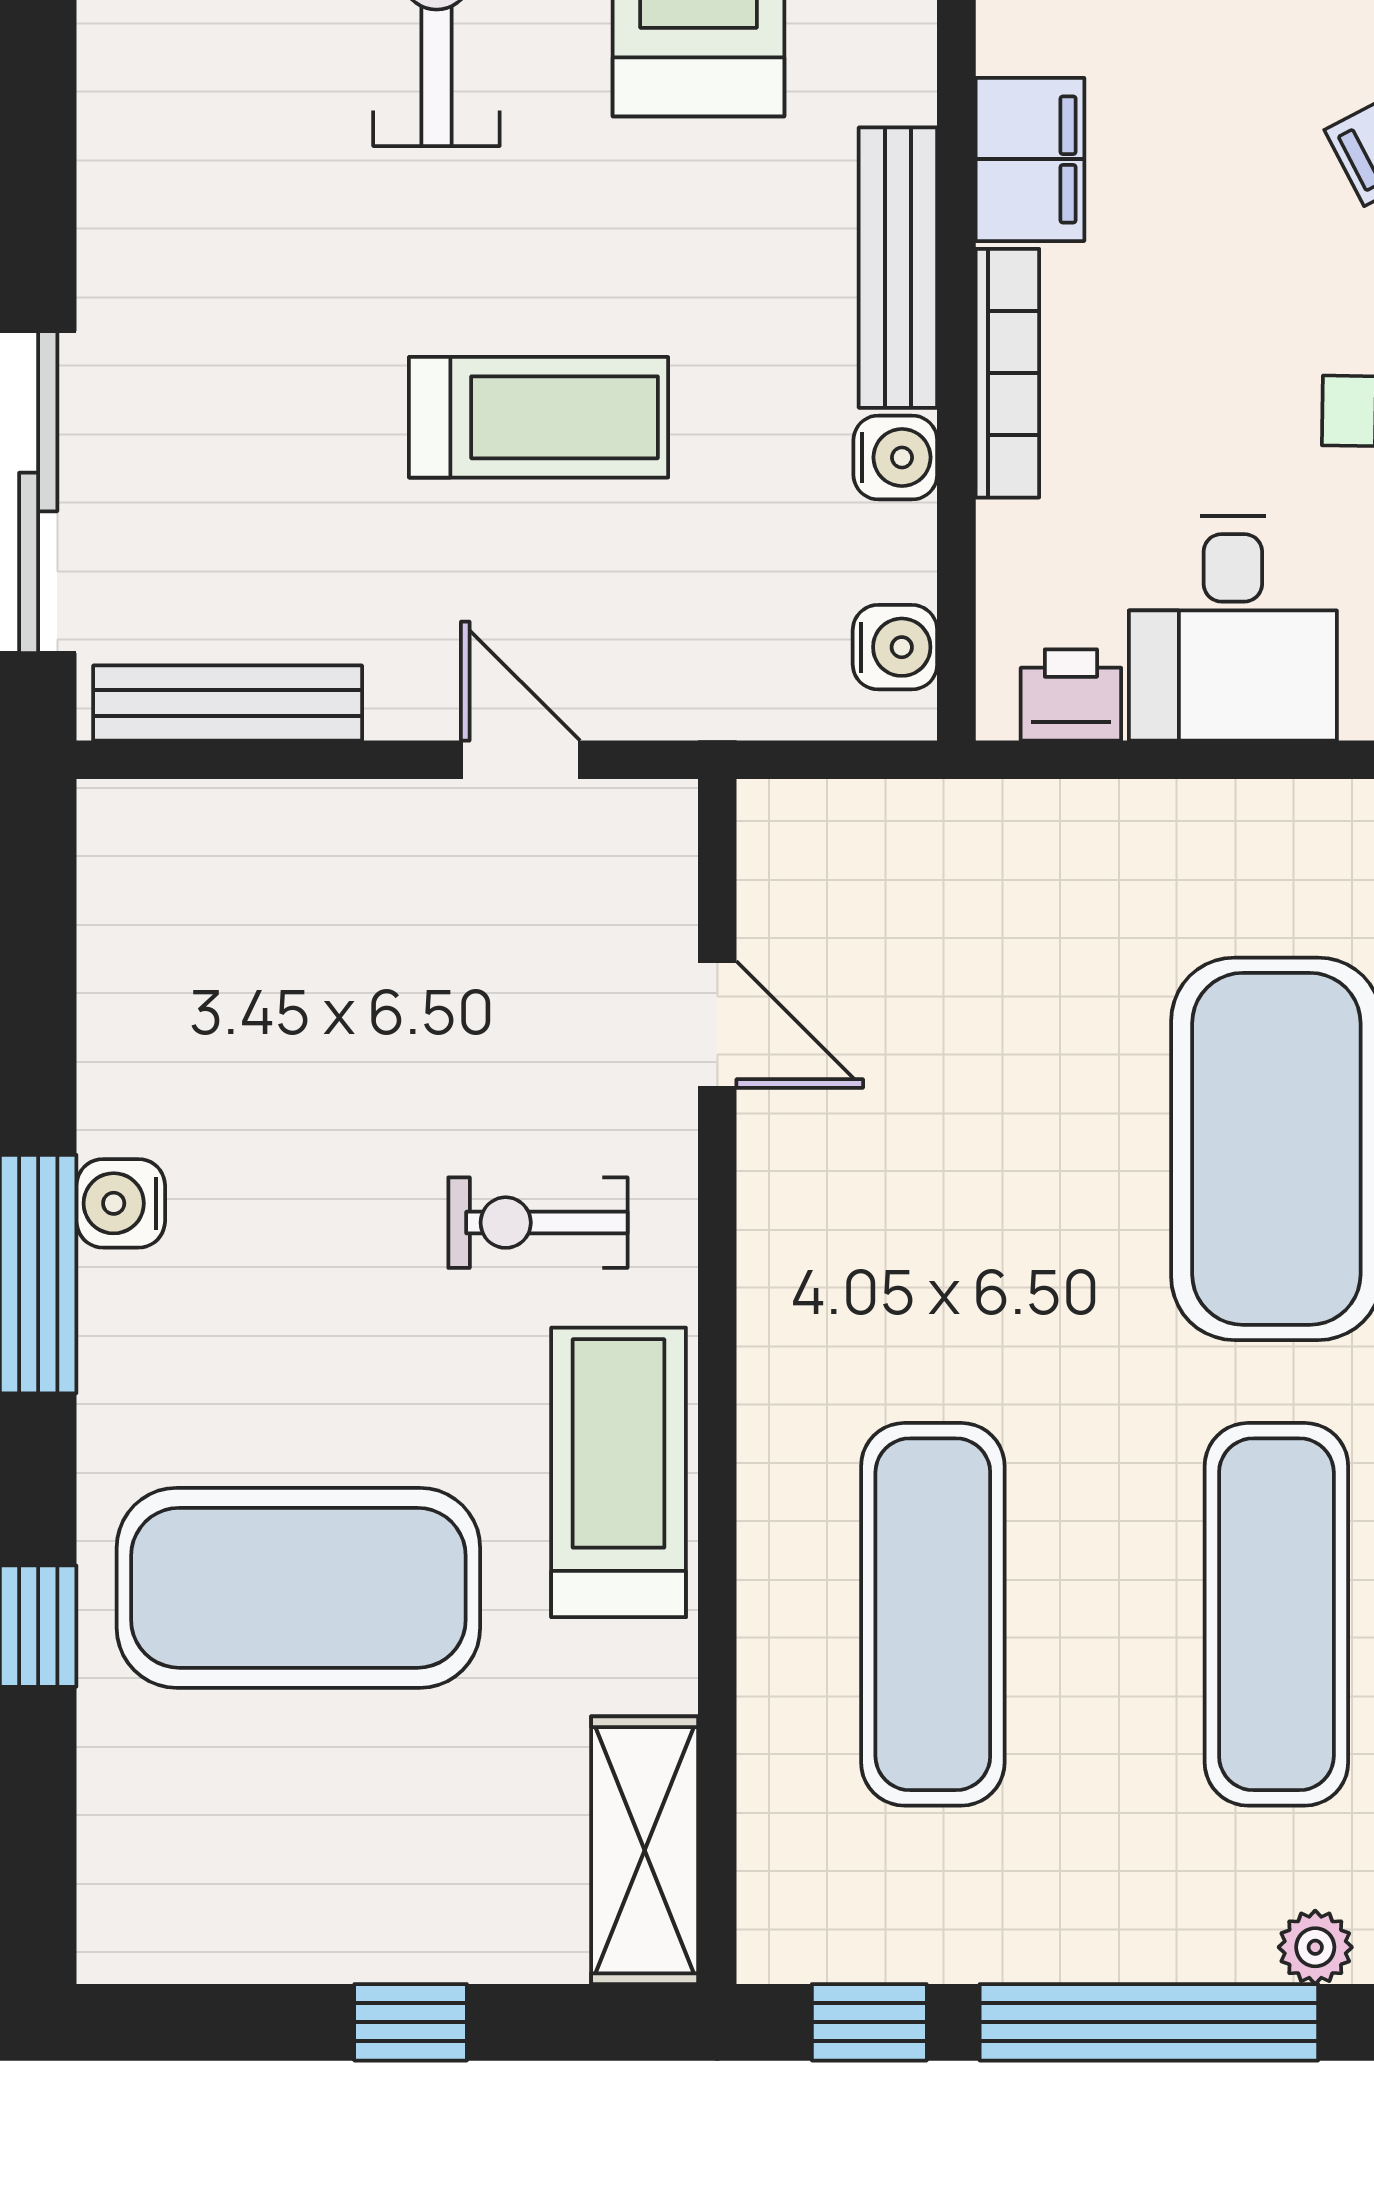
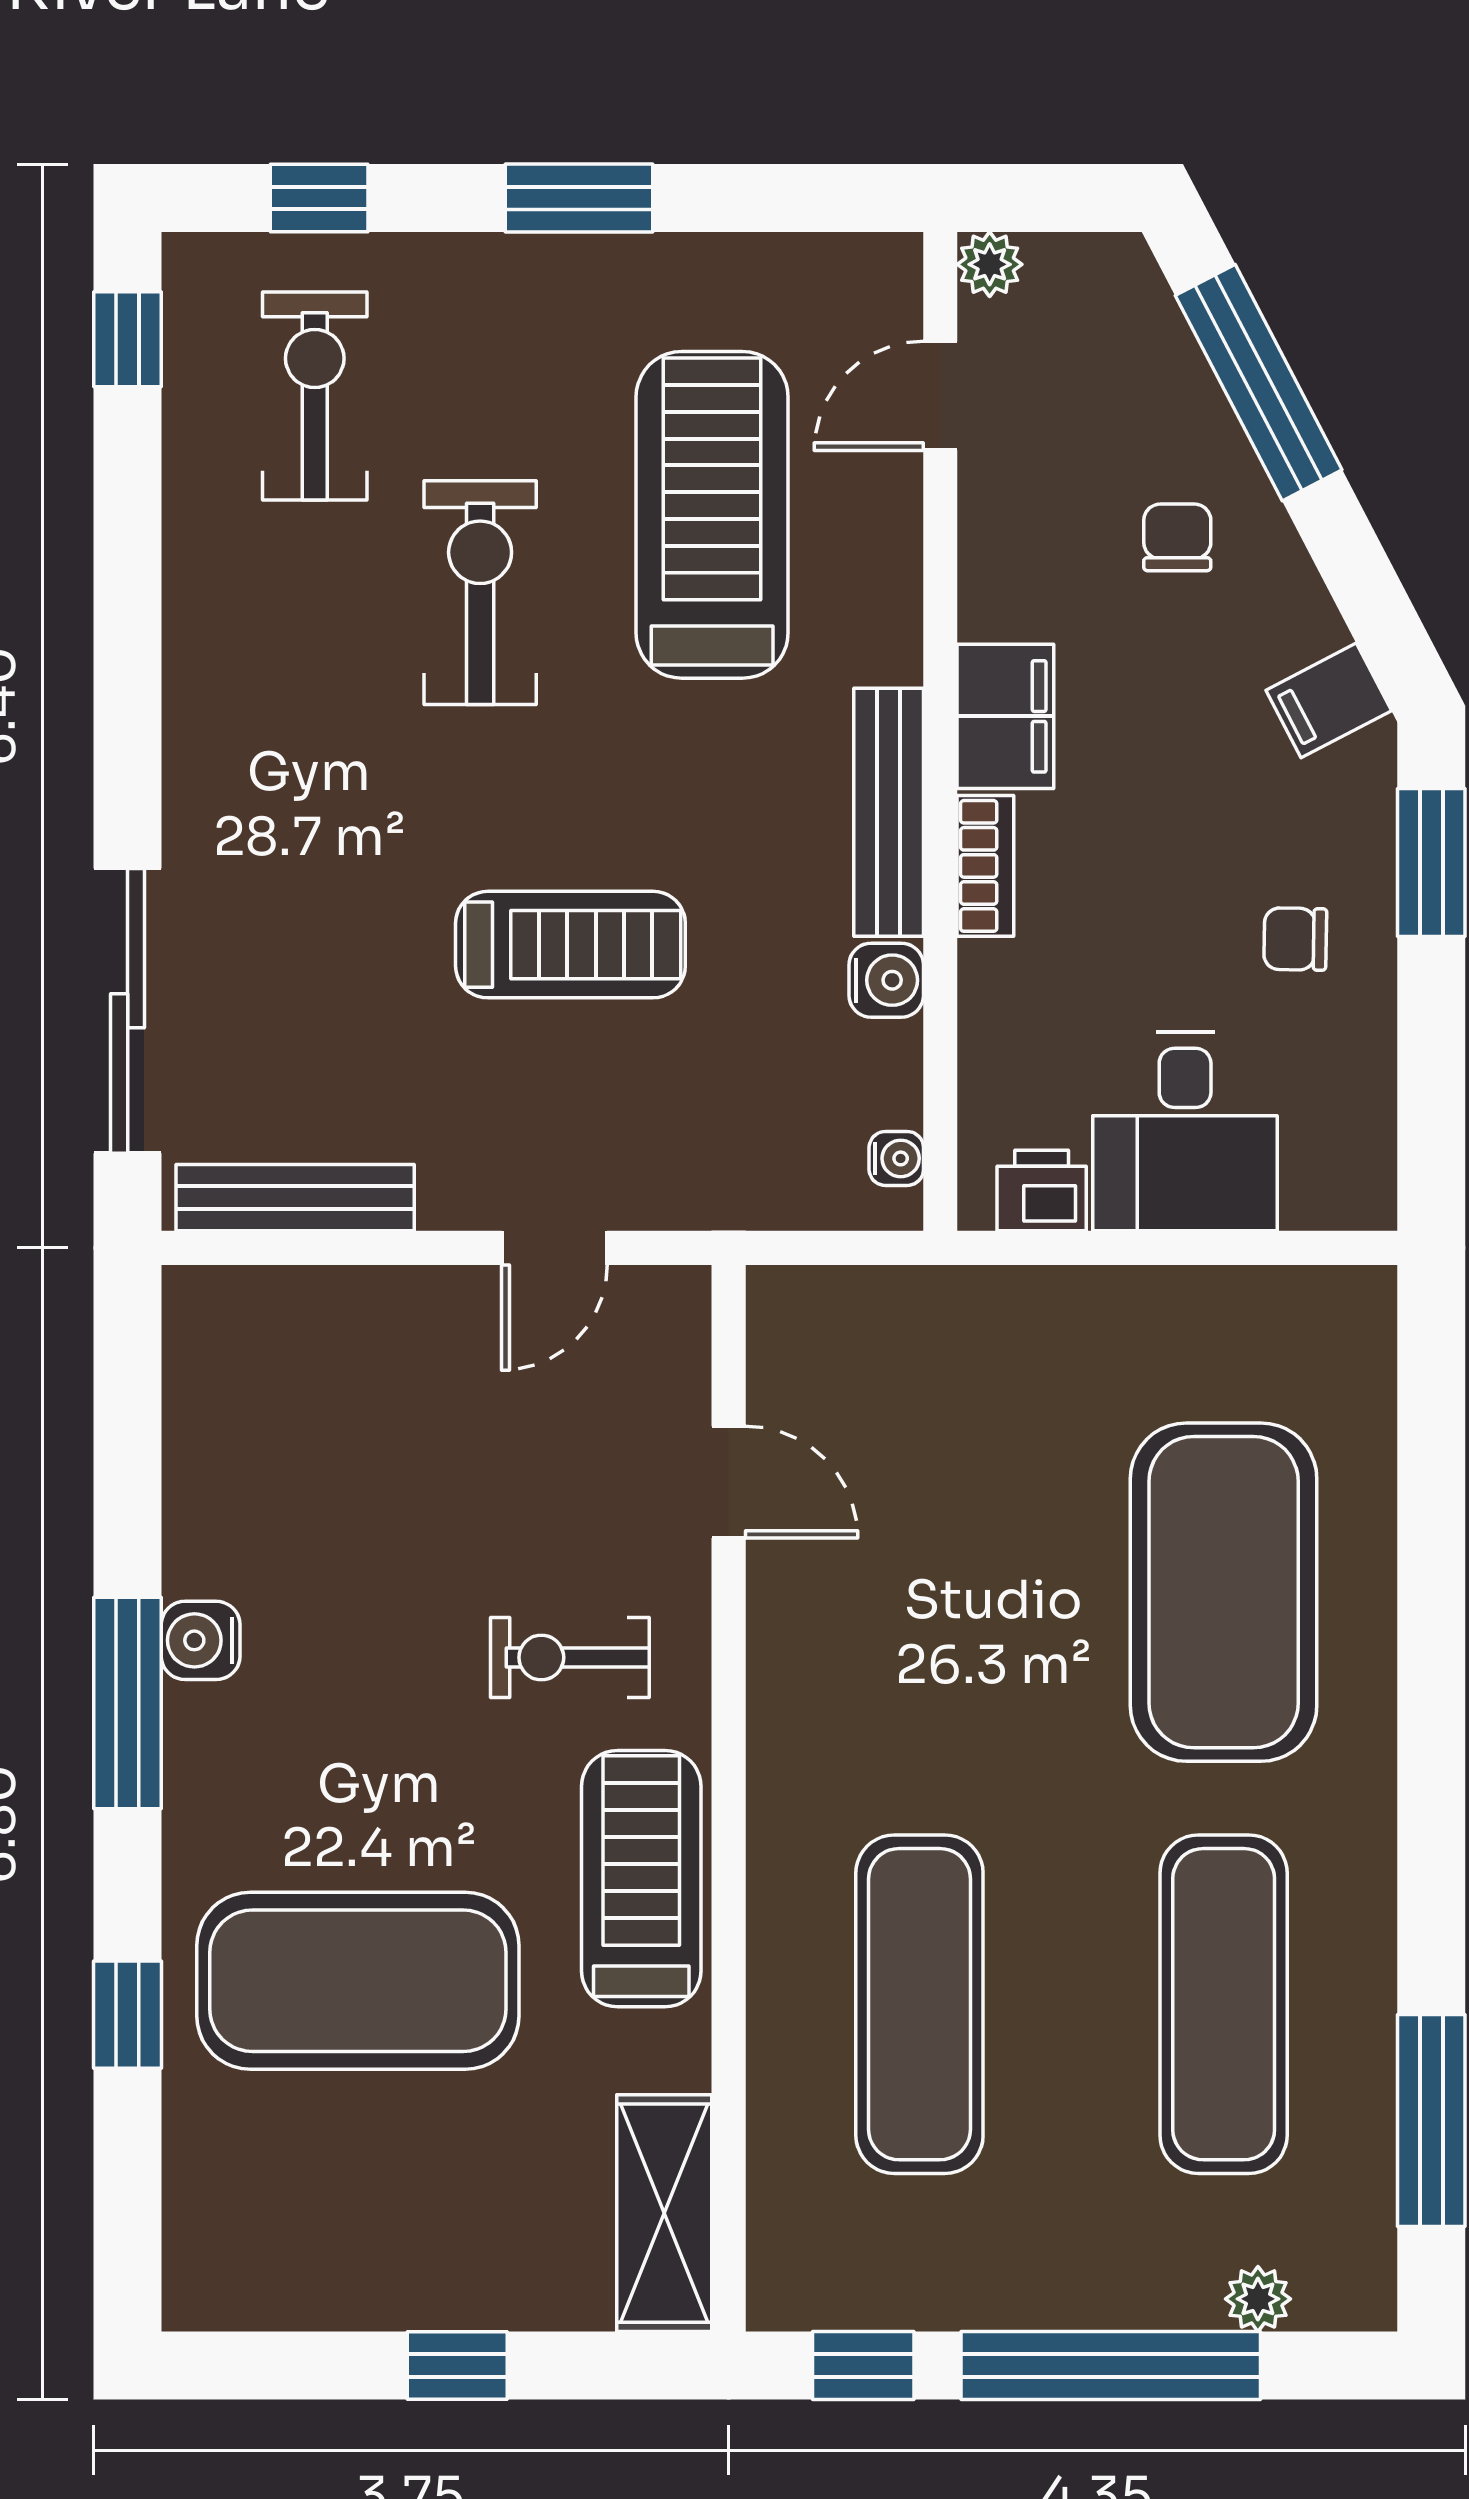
bookcase: (1007, 373) -> (985, 866), width x0.64
water cooler: (895, 647) -> (896, 1158), width x0.72, depth x0.72
door: (521, 760) -> (554, 1248), swing flipped

